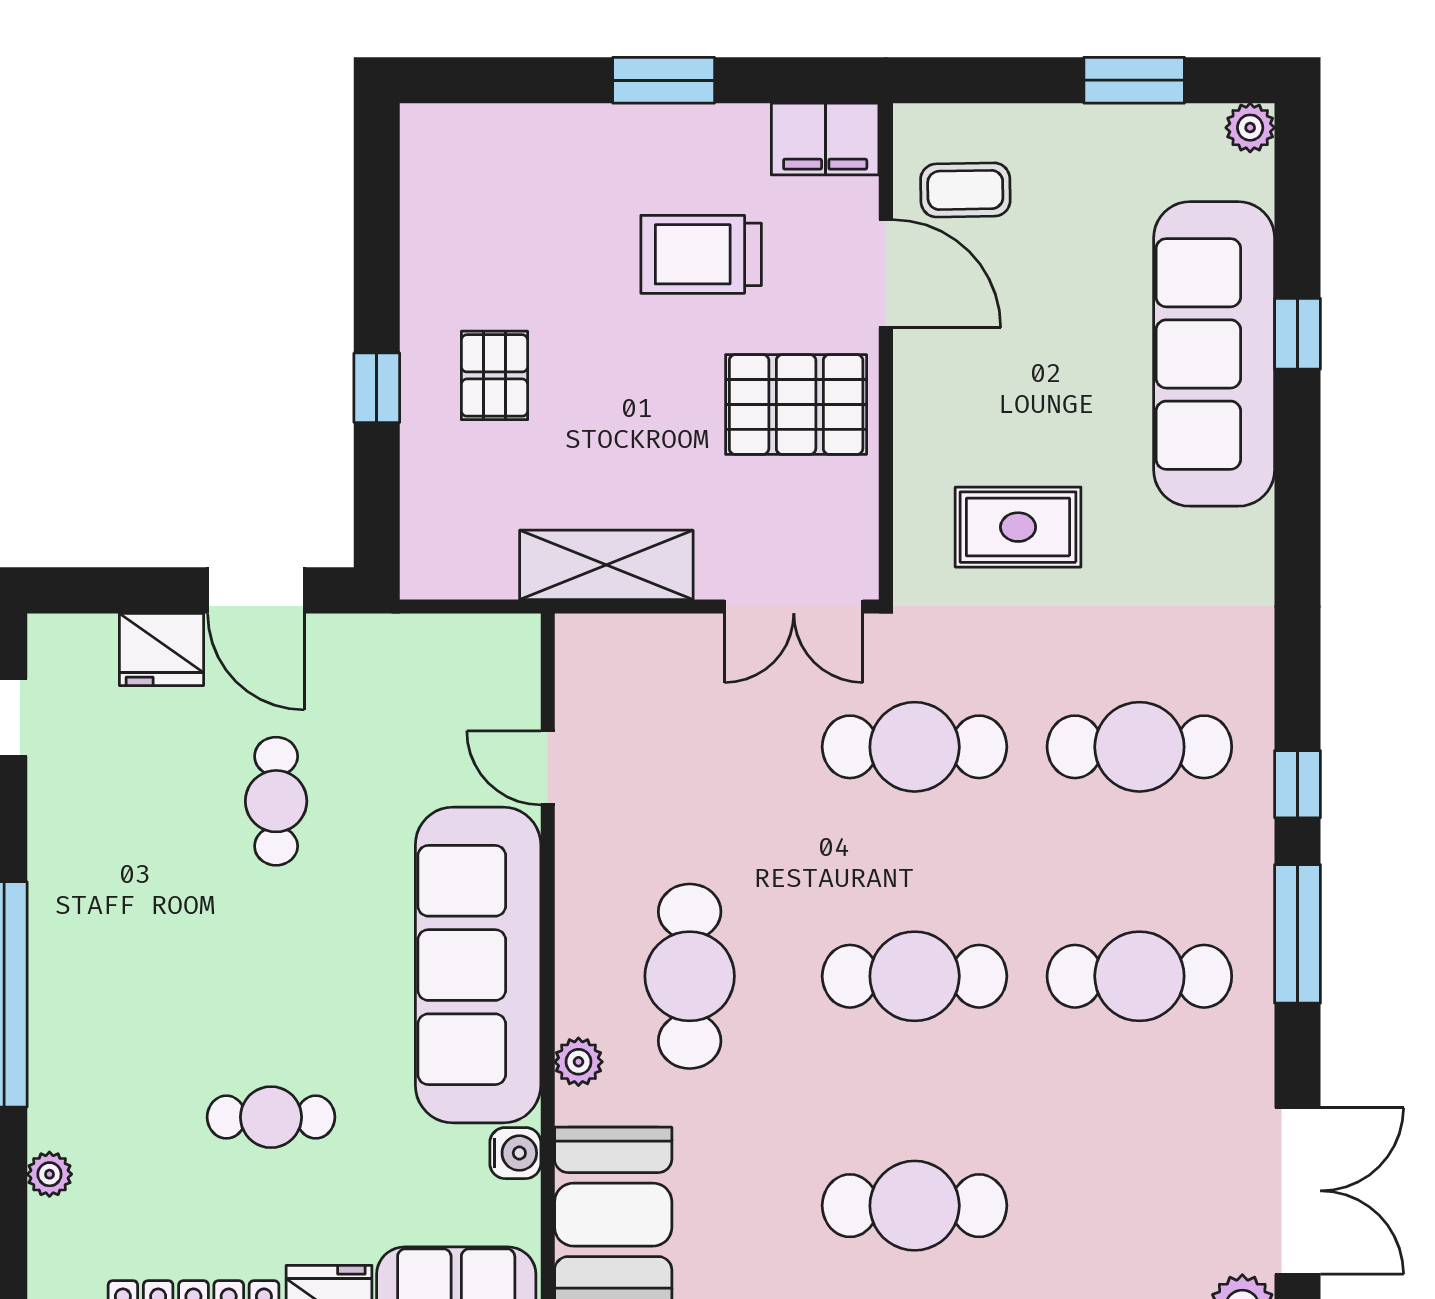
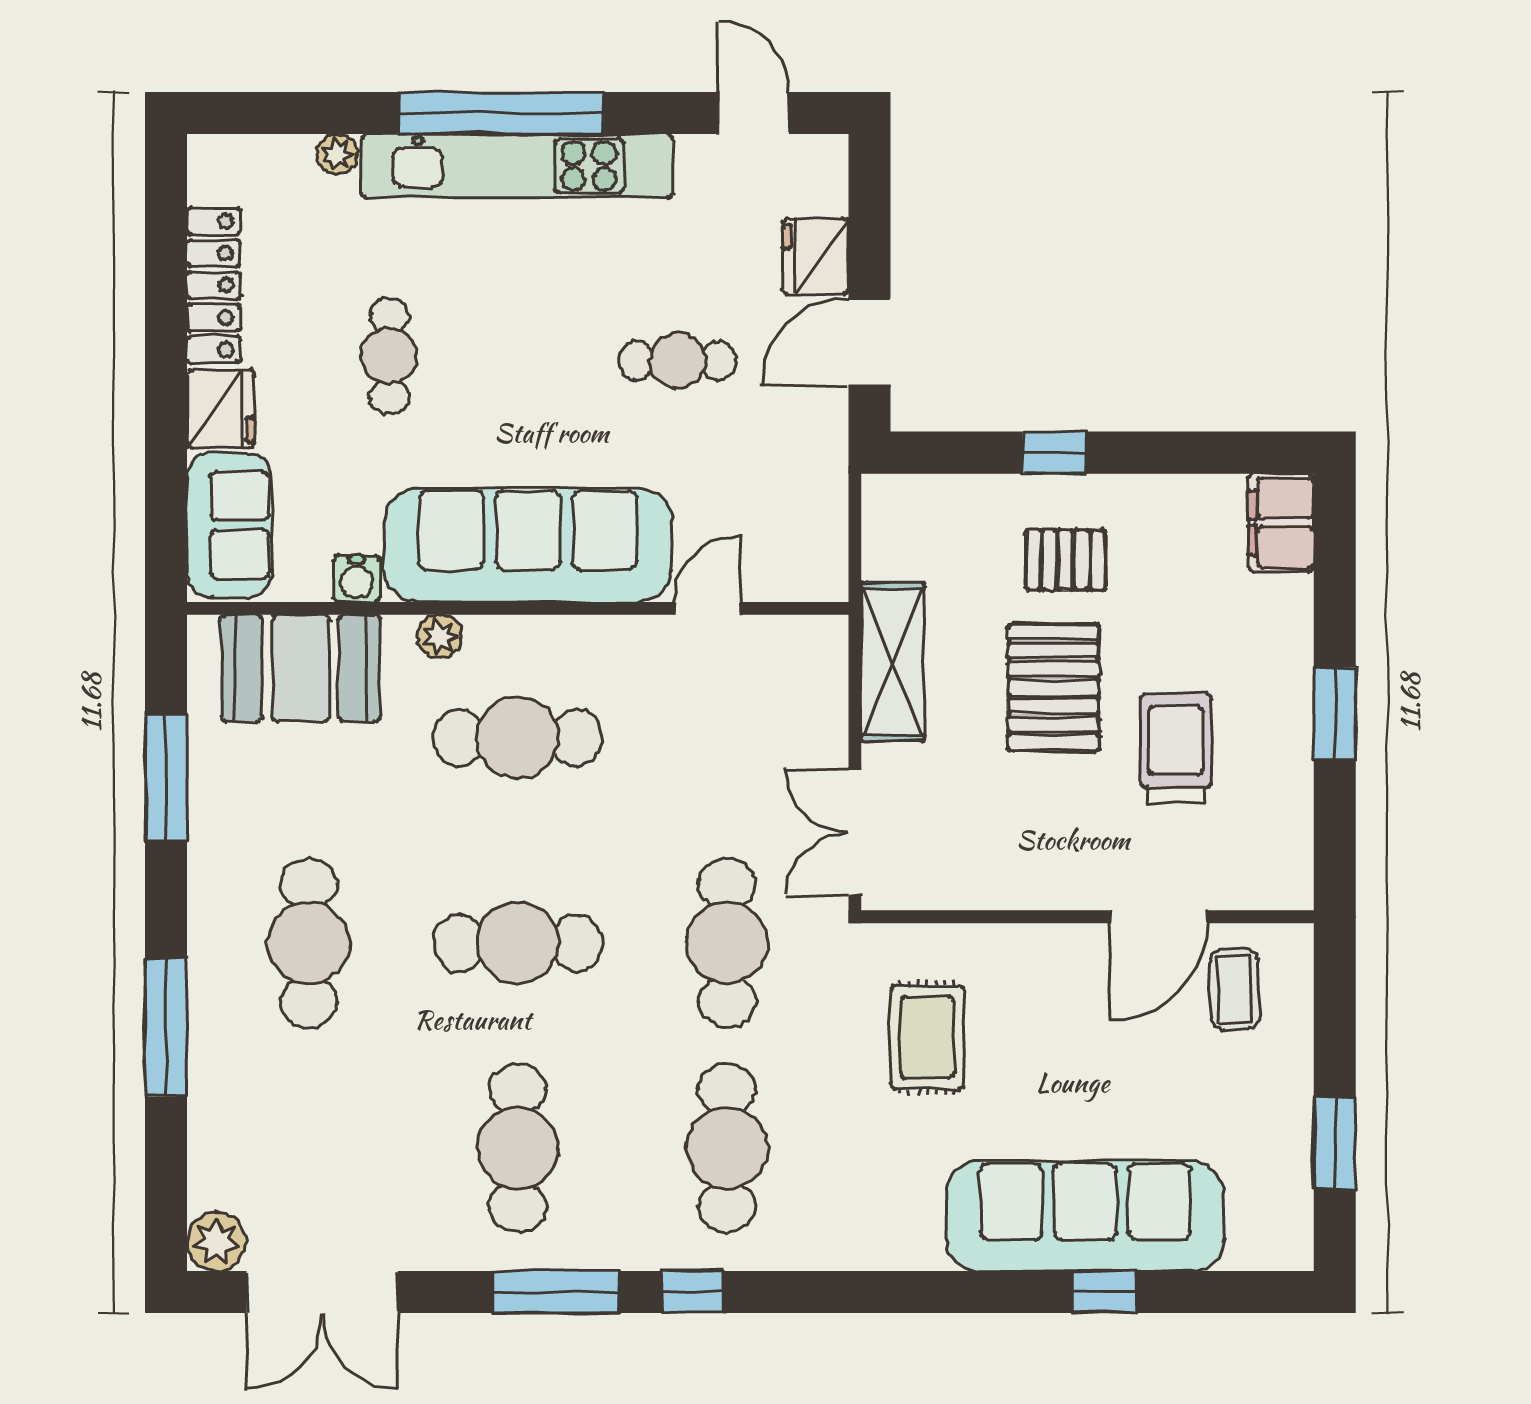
plant: (1250, 128) -> (1291, 1249), removed
filing cabinet: (825, 139) -> (1281, 523), moved
pallet: (796, 404) -> (1053, 687), moved
cafe table: (915, 976) -> (518, 943), turned 90
kitchen unit: (62, 977) -> (517, 166), added

